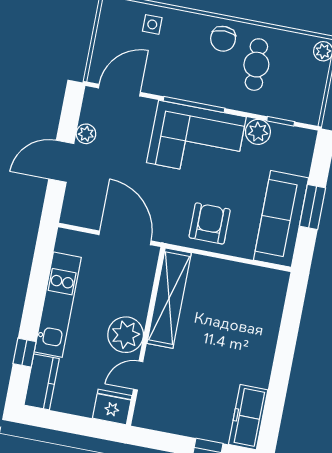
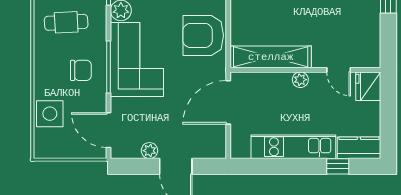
side table: (152, 24) -> (50, 114), width x1.87, depth x1.87
chair: (223, 39) -> (81, 70), moved
armchair: (210, 223) -> (203, 35), width x1.36, depth x1.36
plant: (126, 335) -> (300, 80), width x0.53, depth x0.53

